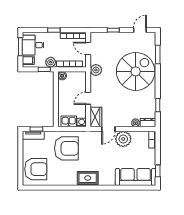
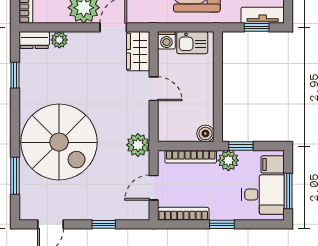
door: (88, 49) -> (154, 188), swing flipped
spiral stairs: (136, 71) -> (59, 142), turned -90
door: (88, 98) -> (154, 89), hinge flipped

